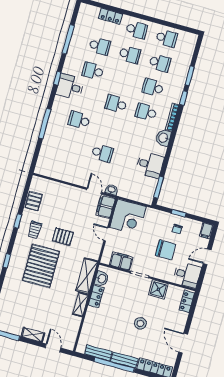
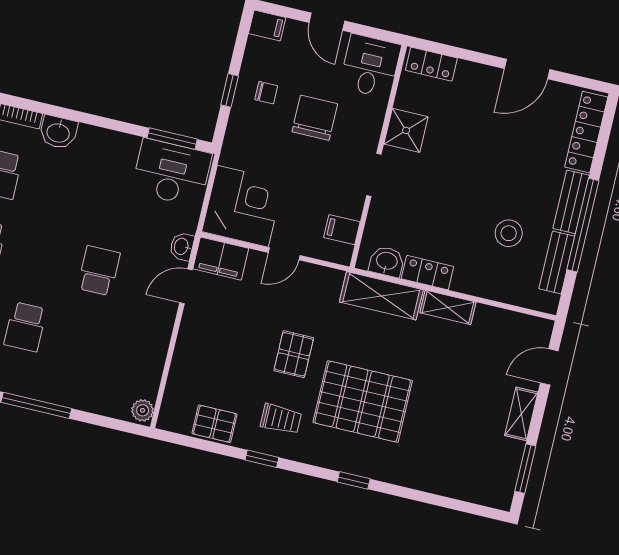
desk: (150, 165) -> (172, 173), moved, width x1.37
plant: (41, 170) -> (143, 410), added
filing cabinet: (121, 261) -> (342, 230), width x0.50
stool: (140, 323) -> (509, 233), moved

